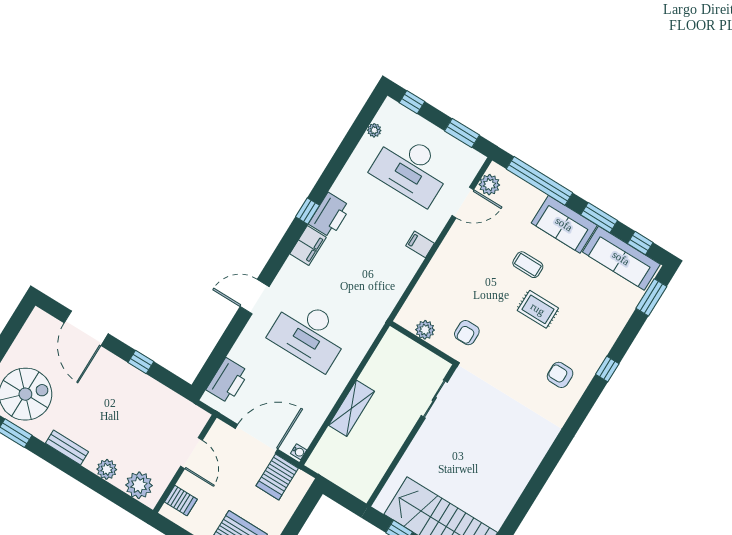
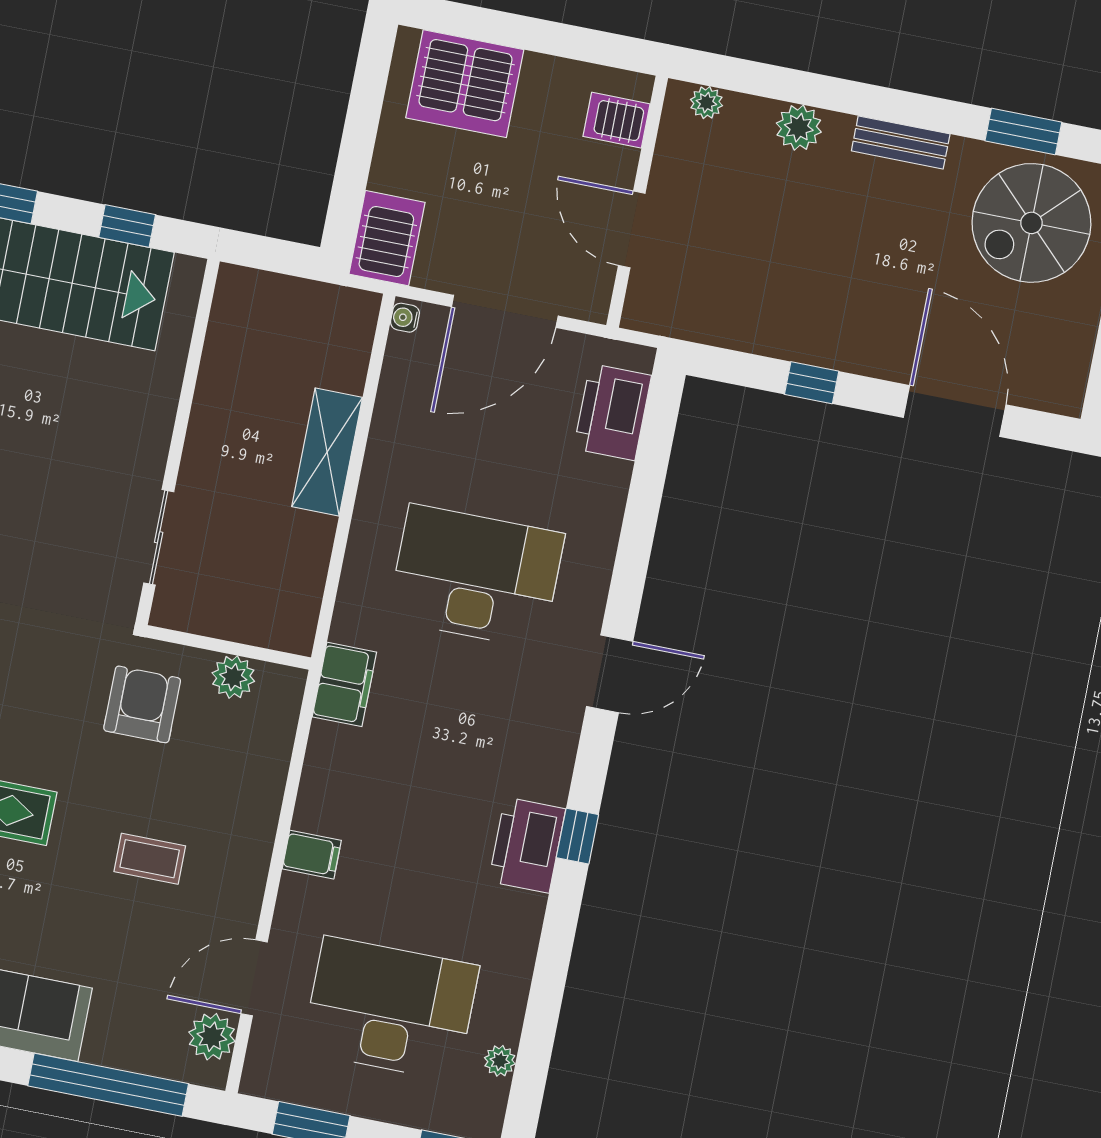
filing cabinet: (308, 246) -> (344, 684), moved, turned 180
coffee table: (528, 265) -> (150, 859), moved
door: (255, 297) -> (610, 674), moved
armchair: (467, 333) -> (142, 704), width x1.38, depth x1.38
server rack: (277, 477) -> (387, 238), moved
plant: (139, 485) -> (706, 103), width x0.53, depth x0.53

